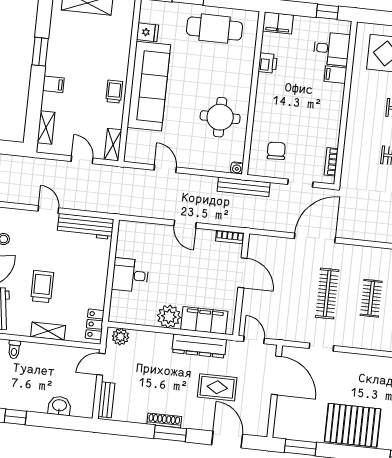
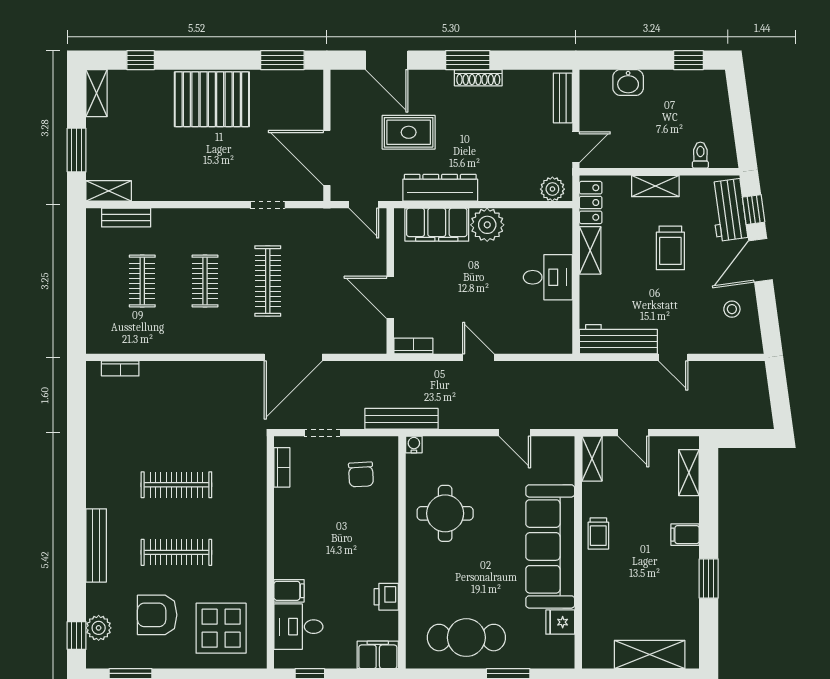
shelving: (99, 291) -> (590, 250), added

